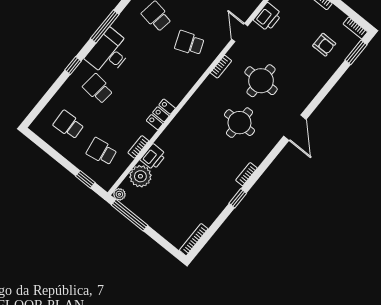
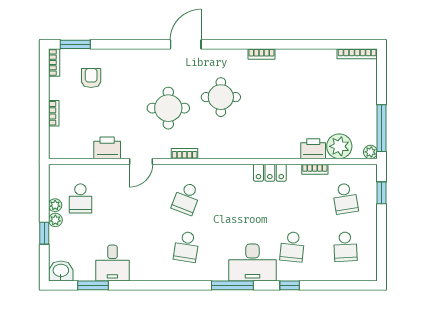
school desk: (189, 43) -> (186, 198), turned 42
window: (238, 198) -> (289, 44), removed

